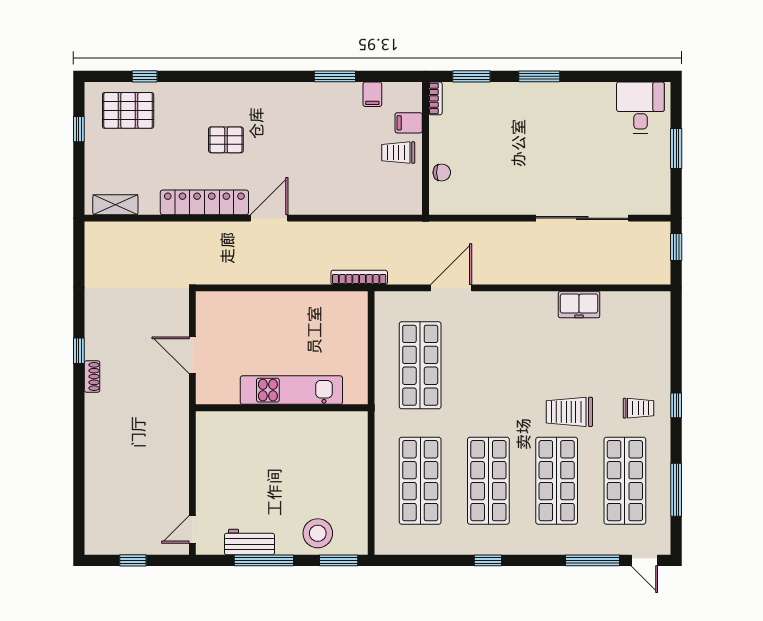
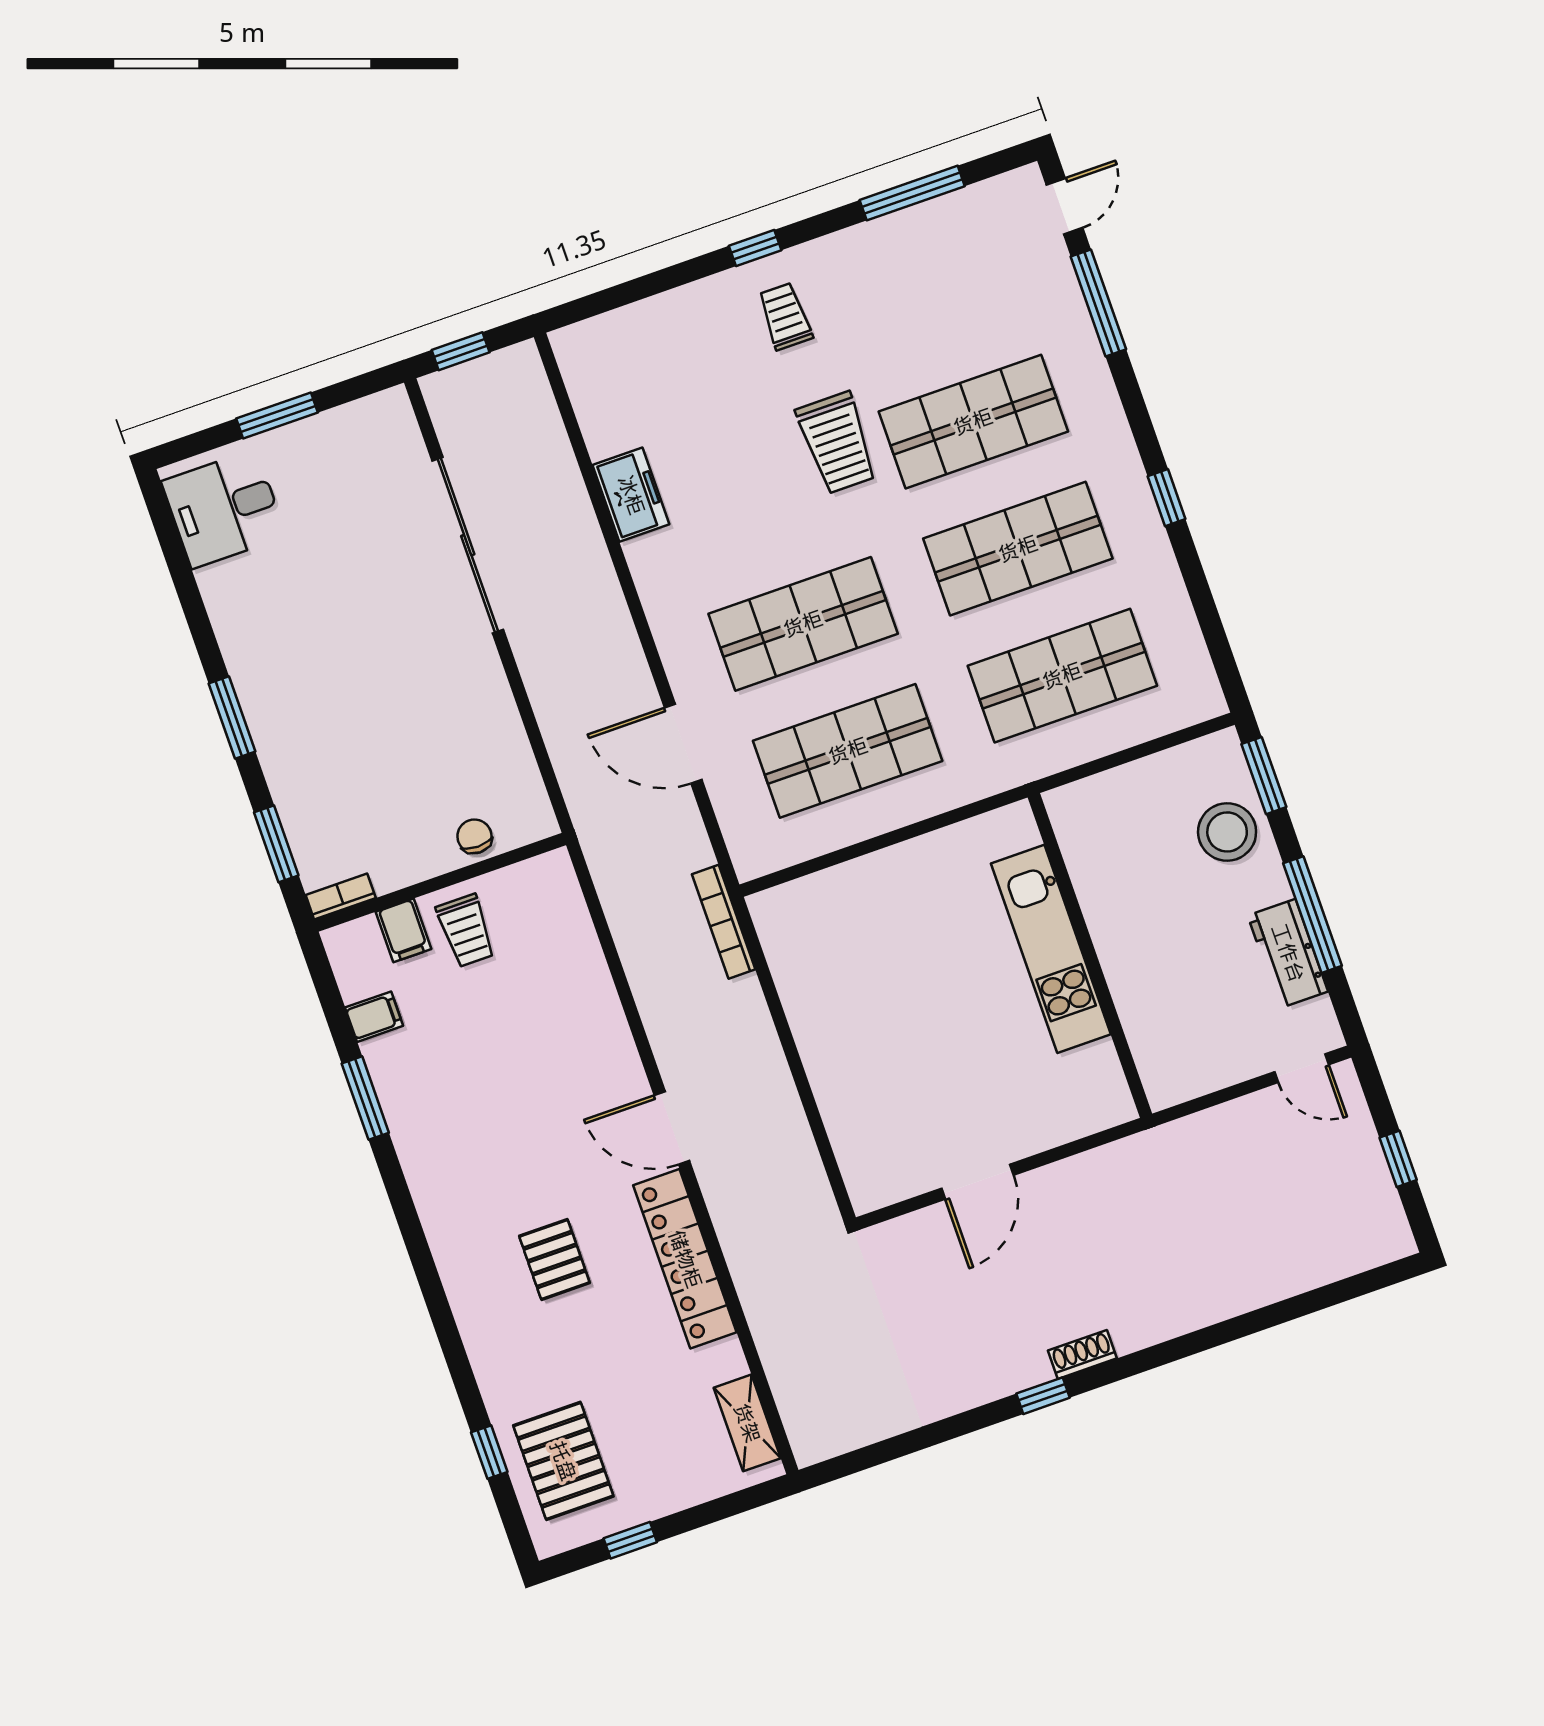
kitchen unit: (291, 390) -> (1051, 949), moved
wall: (282, 408) -> (1090, 956), moved
shop shelf: (625, 481) -> (803, 624), moved

